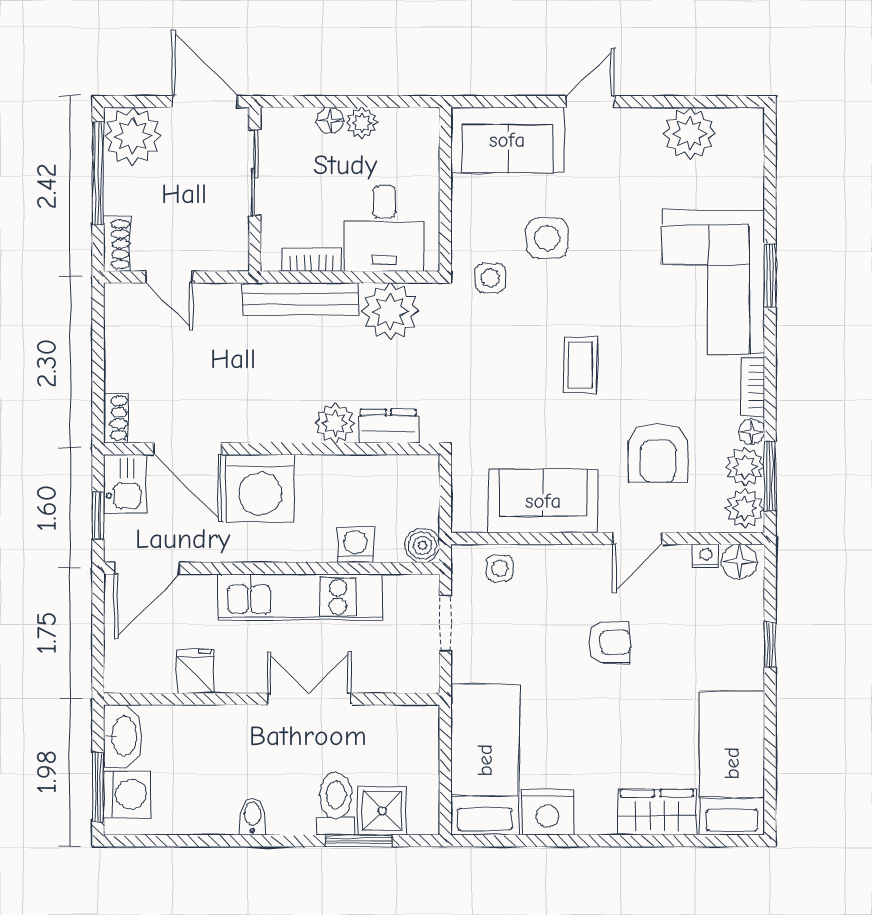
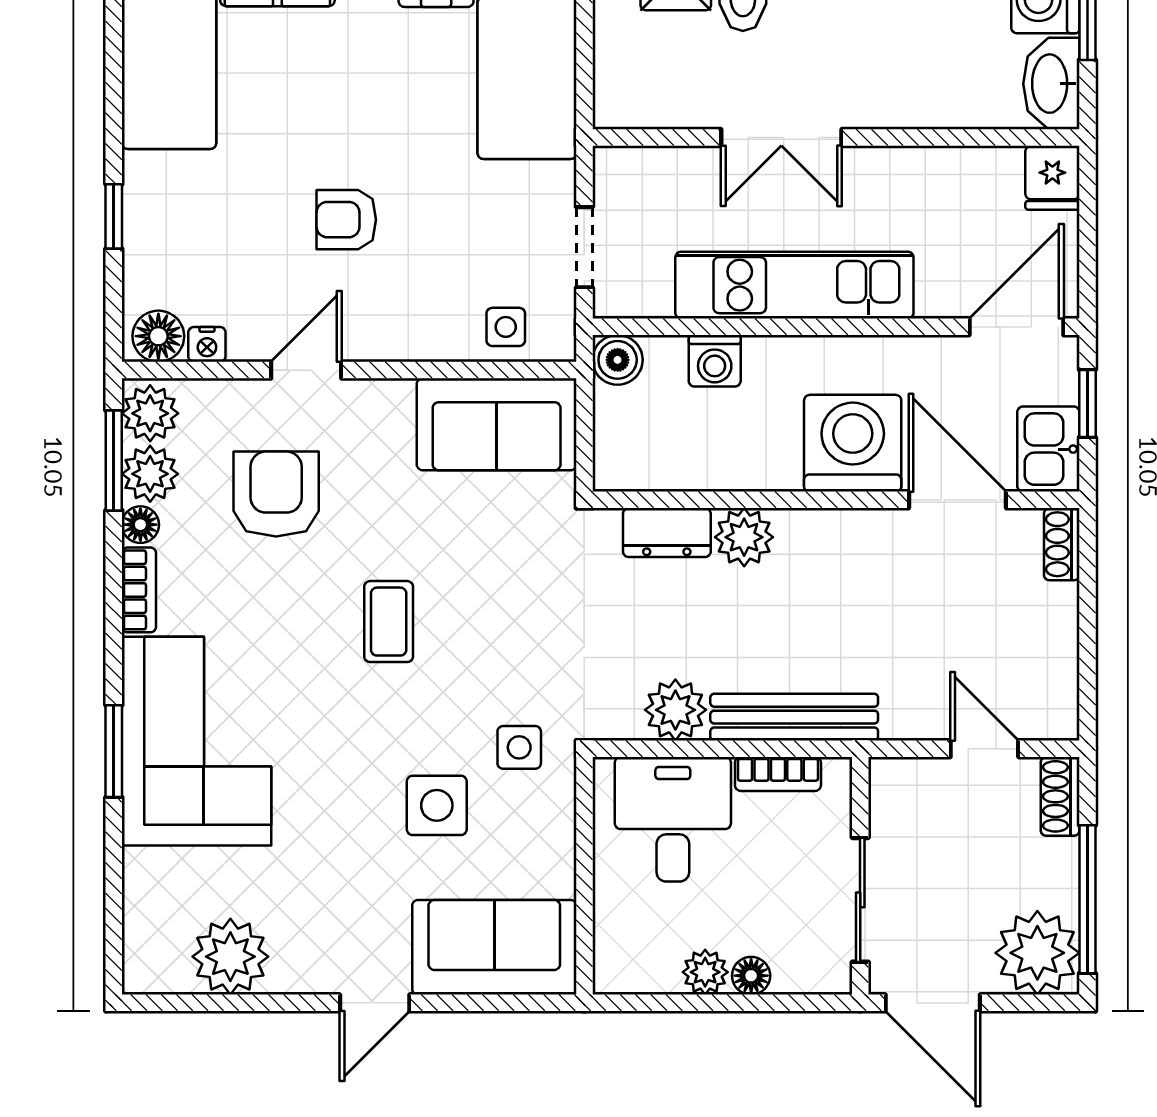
plant: (390, 311) -> (675, 710), width x0.73, depth x0.73
sofa: (543, 501) -> (497, 424), moved
fridge: (195, 671) -> (1052, 178), moved

